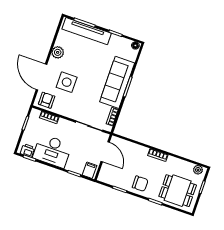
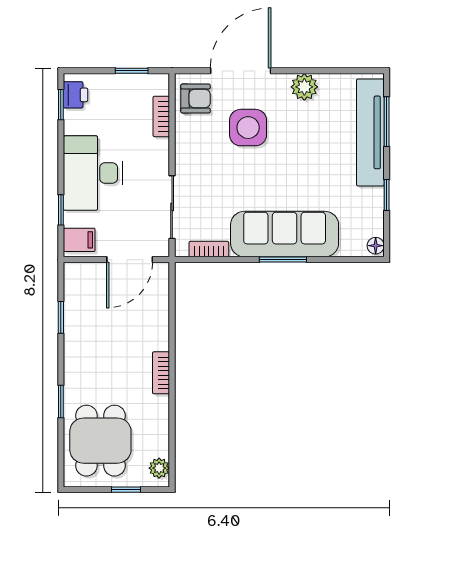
desk: (52, 151) -> (93, 173), moved
chair: (140, 184) -> (88, 356), removed

